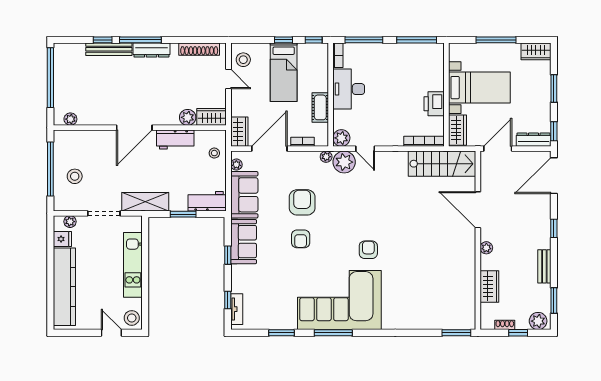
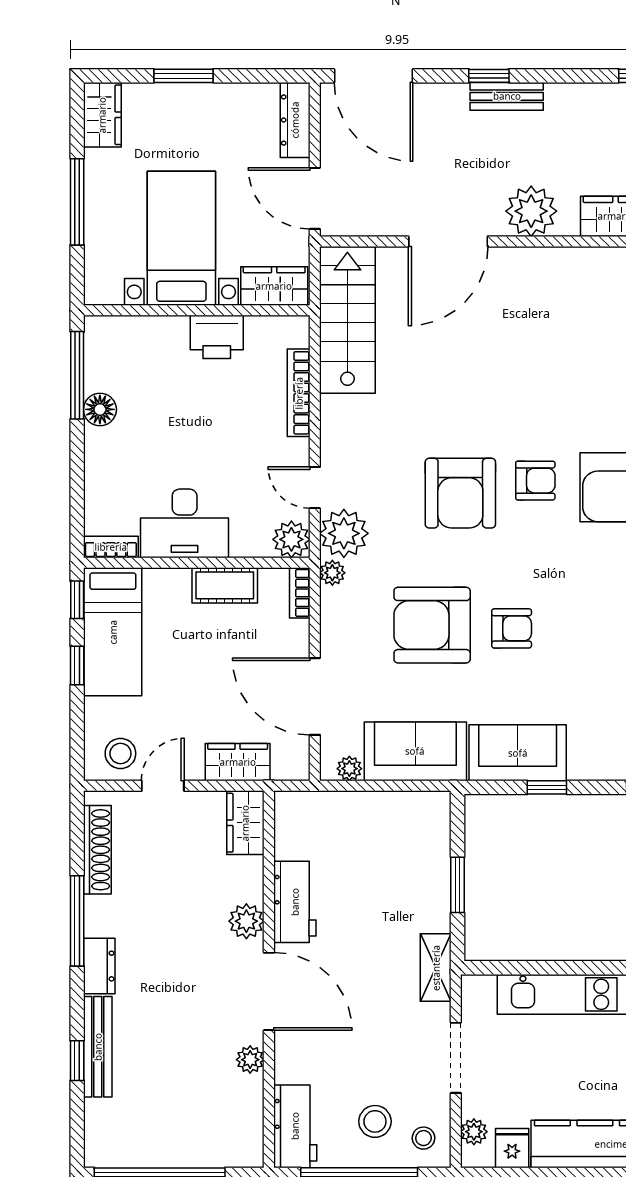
window: (140, 40) -> (77, 921), moved
window: (364, 40) -> (77, 490), removed
dresser: (151, 50) -> (99, 966), width x0.70
floor lamp: (401, 50) -> (100, 409), added
bed: (284, 72) -> (113, 632), moved, turned 90
plant: (188, 117) -> (246, 921), moved
plant: (70, 119) -> (250, 1060), moved
window: (554, 131) -> (277, 76), removed
wardrobe: (239, 132) -> (238, 762), moved
bookcase: (424, 141) -> (299, 393), moved
bookcase: (302, 142) -> (300, 593), moved
door: (365, 149) -> (315, 488), swing flipped
stool: (214, 153) -> (424, 1138), moved
workbench: (207, 201) -> (295, 1126), moved, turned 180
shelving: (145, 202) -> (436, 968), width x0.67, depth x0.75
armchair: (302, 202) -> (432, 625), width x1.36, depth x1.36
armchair: (363, 215) -> (460, 493), added
plant: (486, 248) -> (531, 211), width x1.88, depth x1.88
armchair: (368, 250) -> (535, 481), turned 180
bench: (544, 266) -> (507, 96), moved

